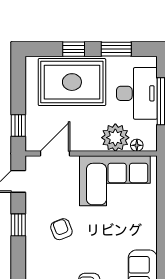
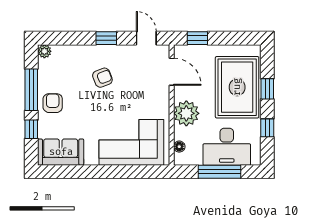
window: (116, 49) -> (267, 128), width x0.67
plant: (115, 138) -> (186, 113), moved
corner sofa: (115, 181) -> (131, 142), moved, turned 90

